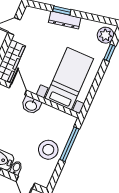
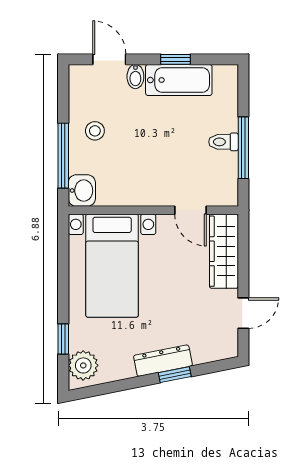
washbasin: (31, 105) -> (82, 191), moved, turned 90
stool: (48, 150) -> (95, 131), width x0.53, depth x0.53

